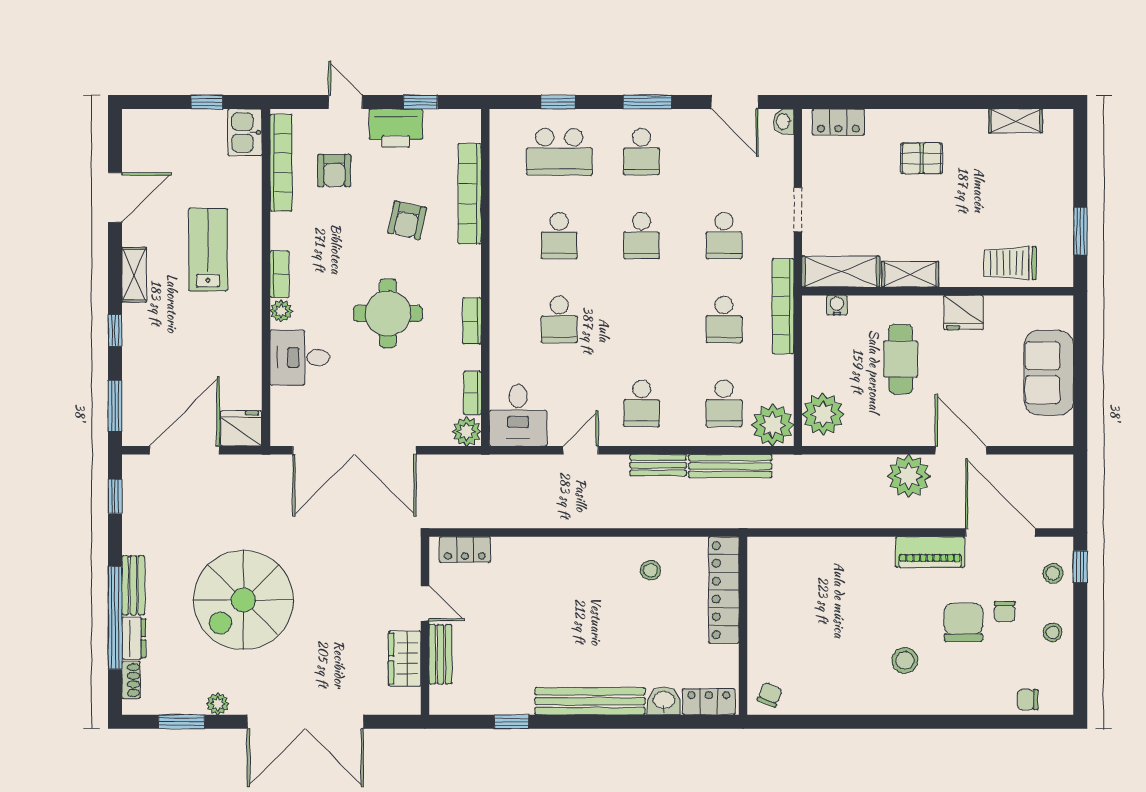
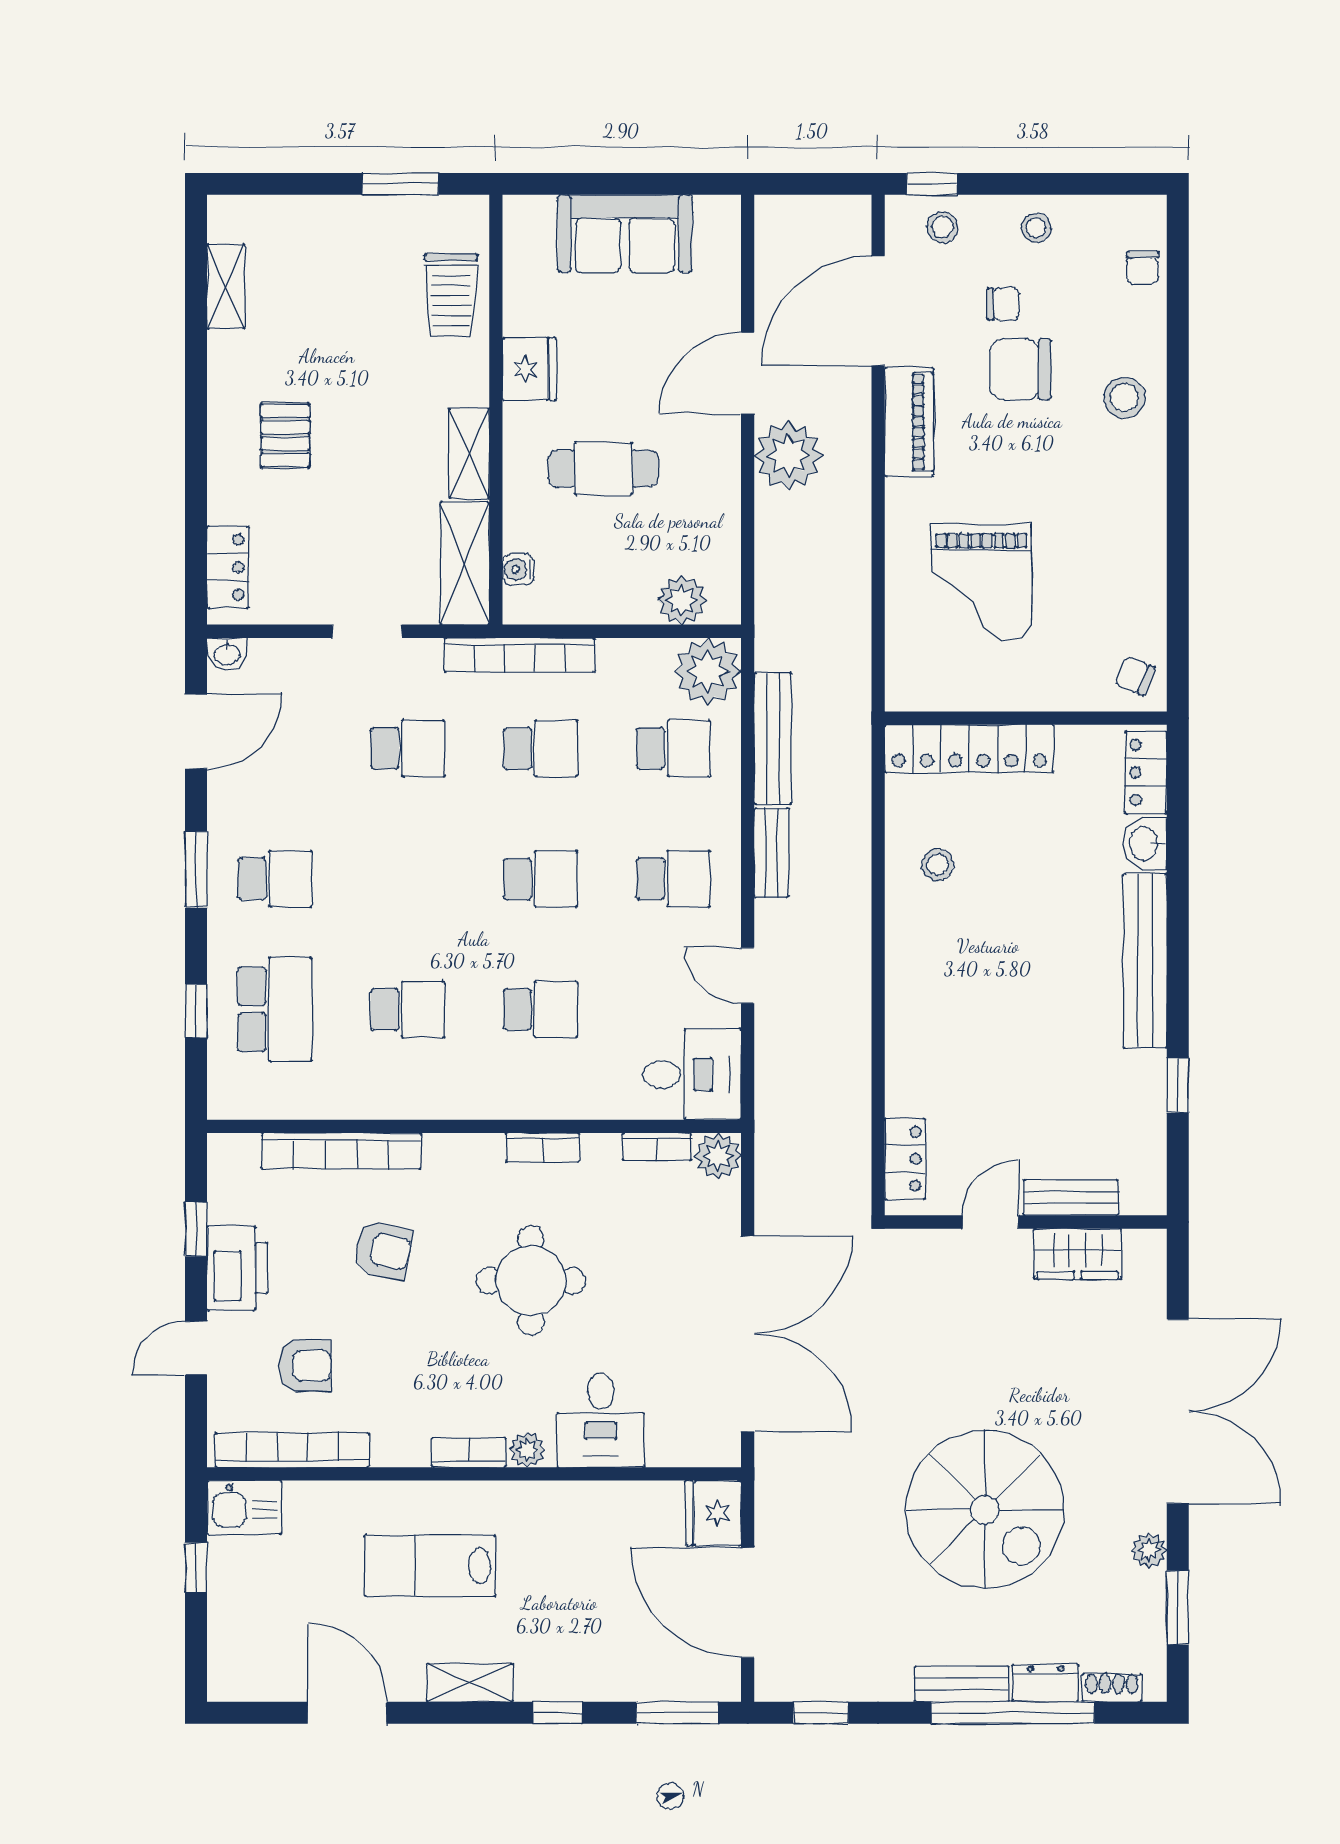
school desk: (642, 236) -> (540, 879), moved
plant: (823, 414) -> (682, 600), width x0.73, depth x0.73
grand piano: (829, 598) -> (981, 582), added
stool: (905, 660) -> (1125, 398), moved

